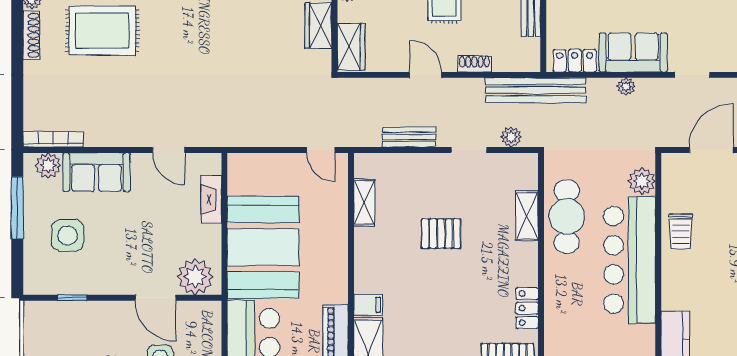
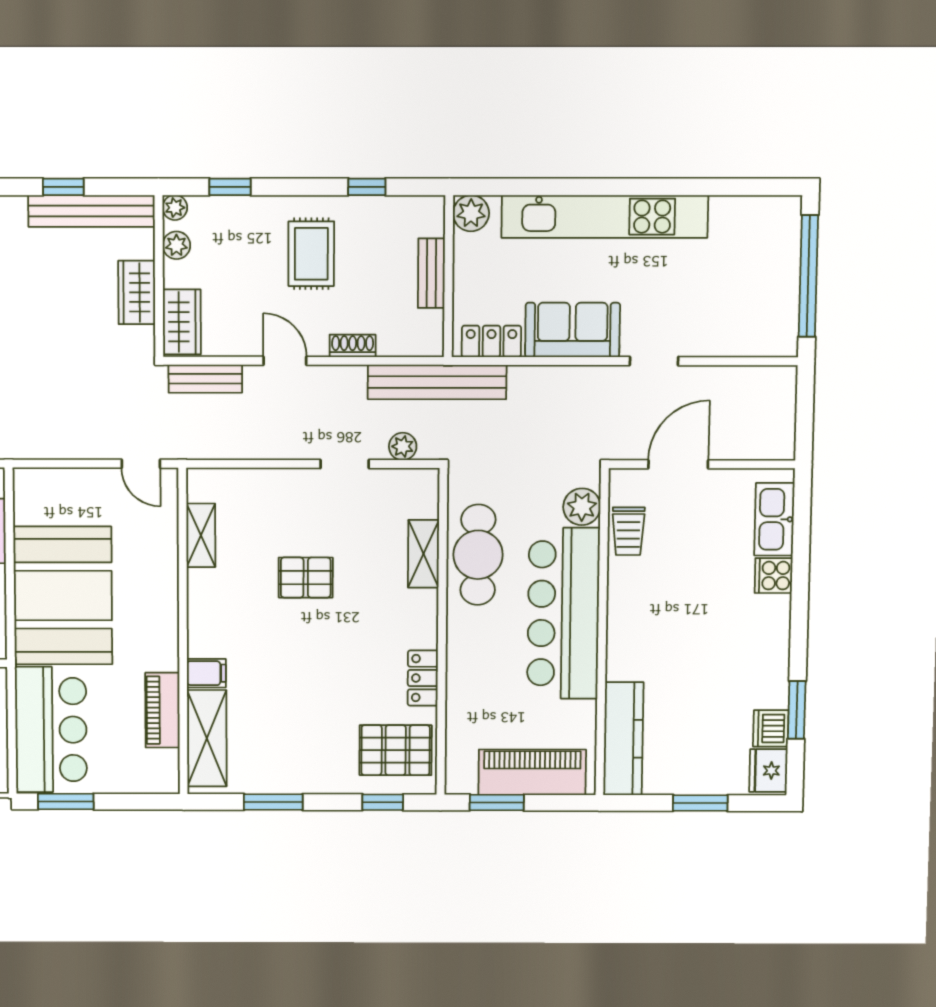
plant: (626, 86) -> (562, 377), removed
bench: (409, 137) -> (205, 379), moved
trolley: (681, 232) -> (628, 531), moved

